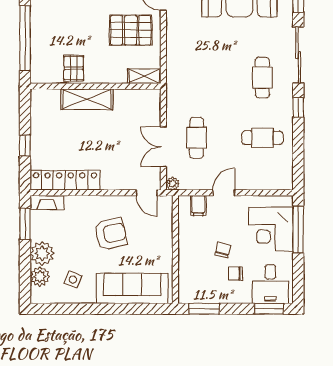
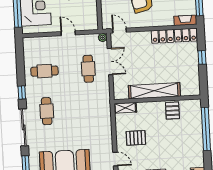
pallet: (131, 30) -> (136, 138), width x0.67, depth x0.71
shelving: (87, 99) -> (154, 91), width x1.47
door: (224, 193) -> (68, 33), swing flipped
filing cabinet: (198, 206) -> (85, 24), removed

